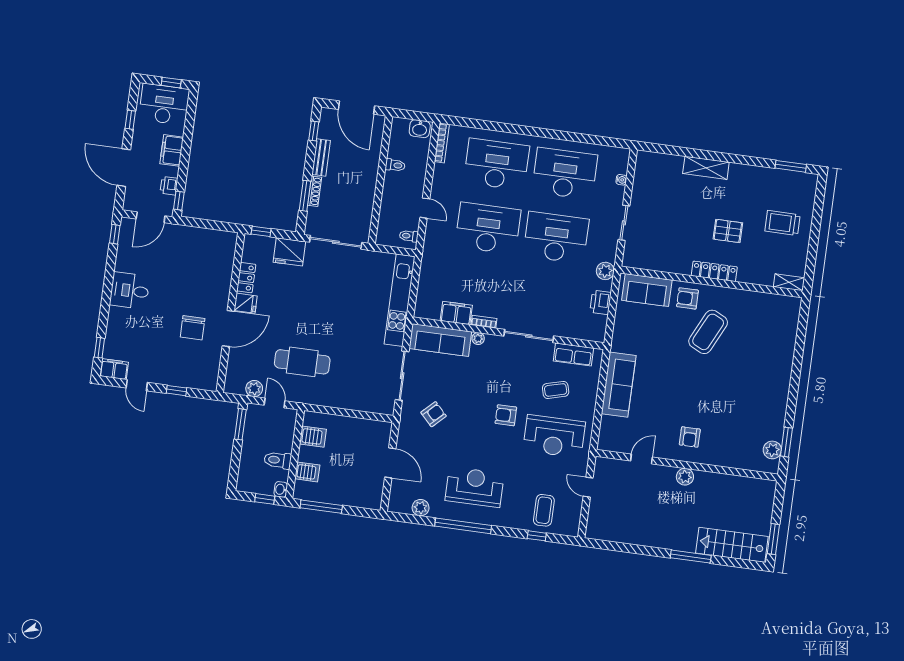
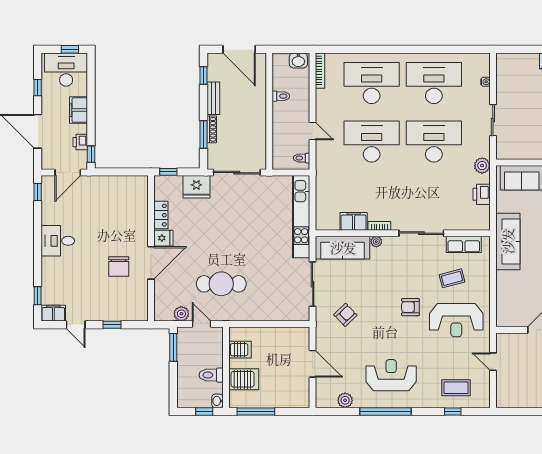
sofa: (619, 385) -> (508, 241), moved
server rack: (307, 472) -> (244, 379), width x1.36, depth x1.44
coffee table: (544, 510) -> (456, 388), turned 90

